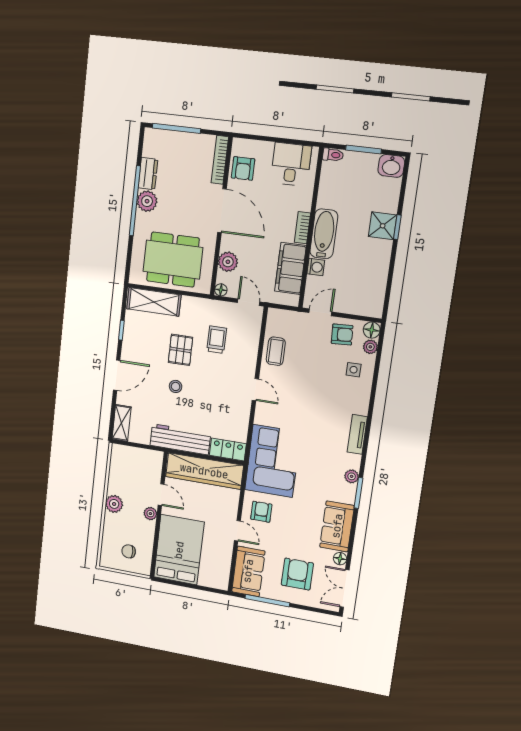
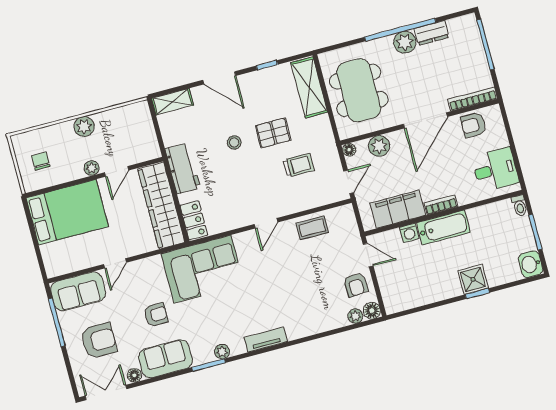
side table: (354, 370) -> (327, 310), removed
workbench: (180, 439) -> (183, 168), width x0.73
armchair: (261, 512) -> (156, 315), moved

